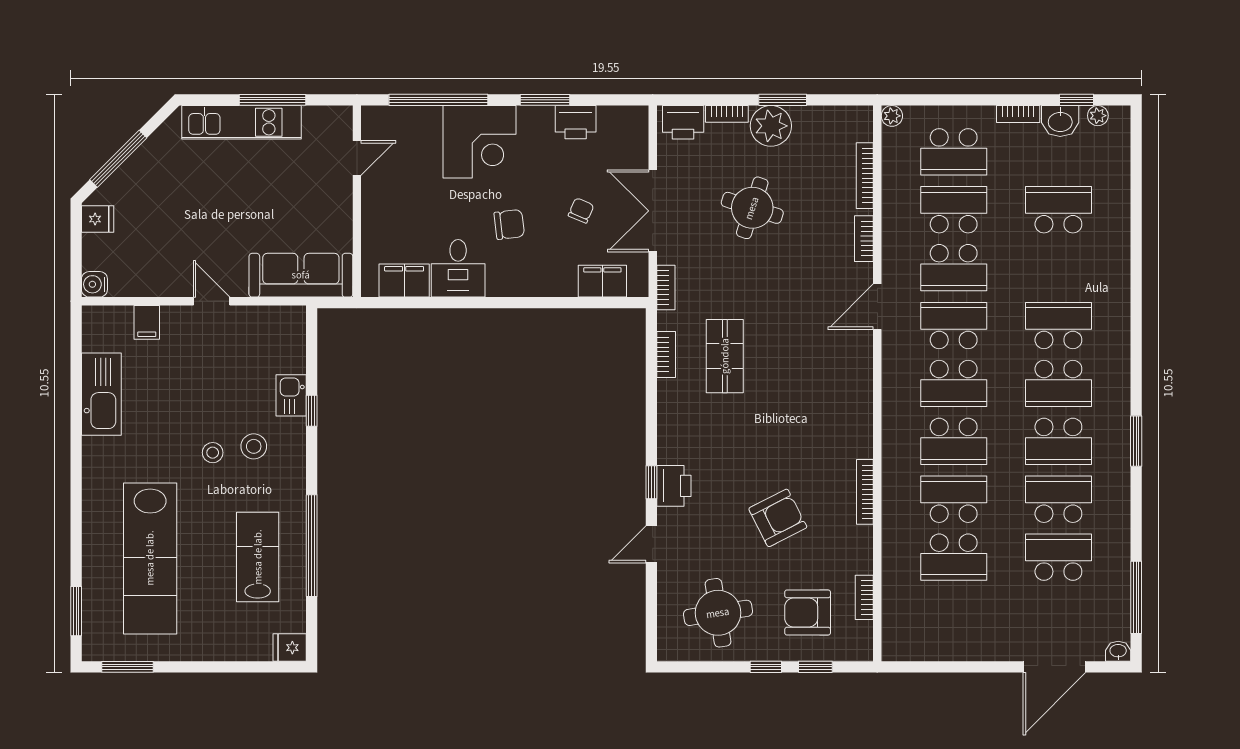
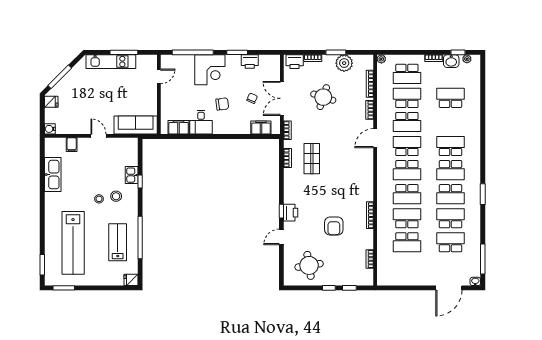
plant: (771, 126) -> (344, 63), moved
armchair: (778, 518) -> (334, 226), turned 117
armchair: (808, 613) -> (346, 265), removed

